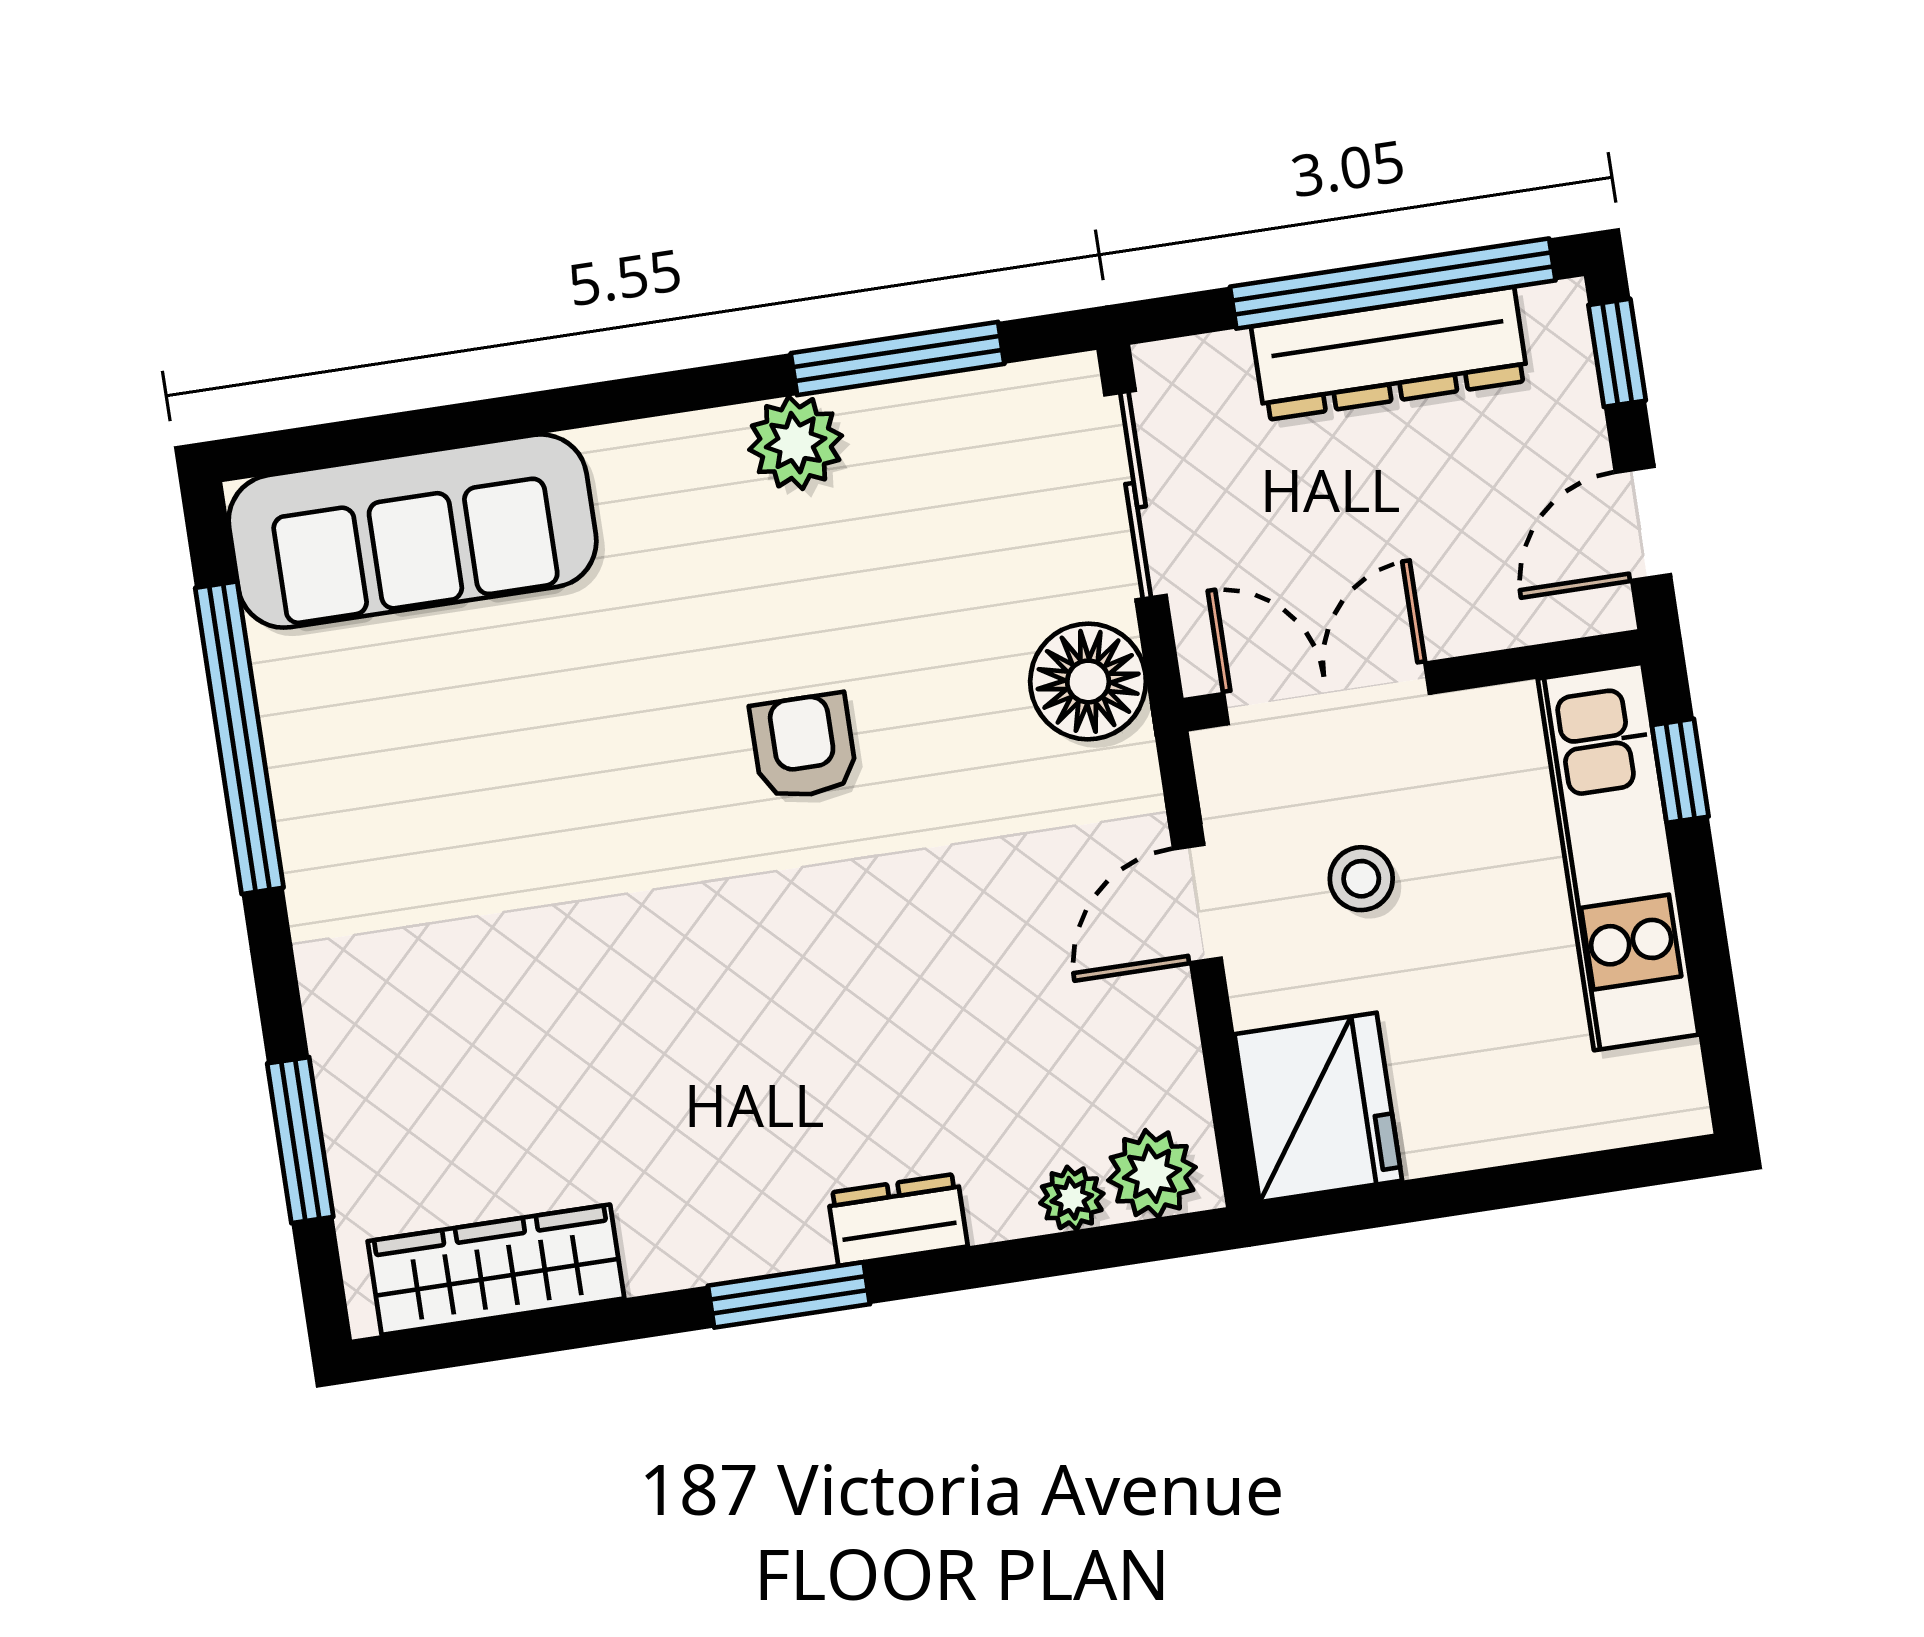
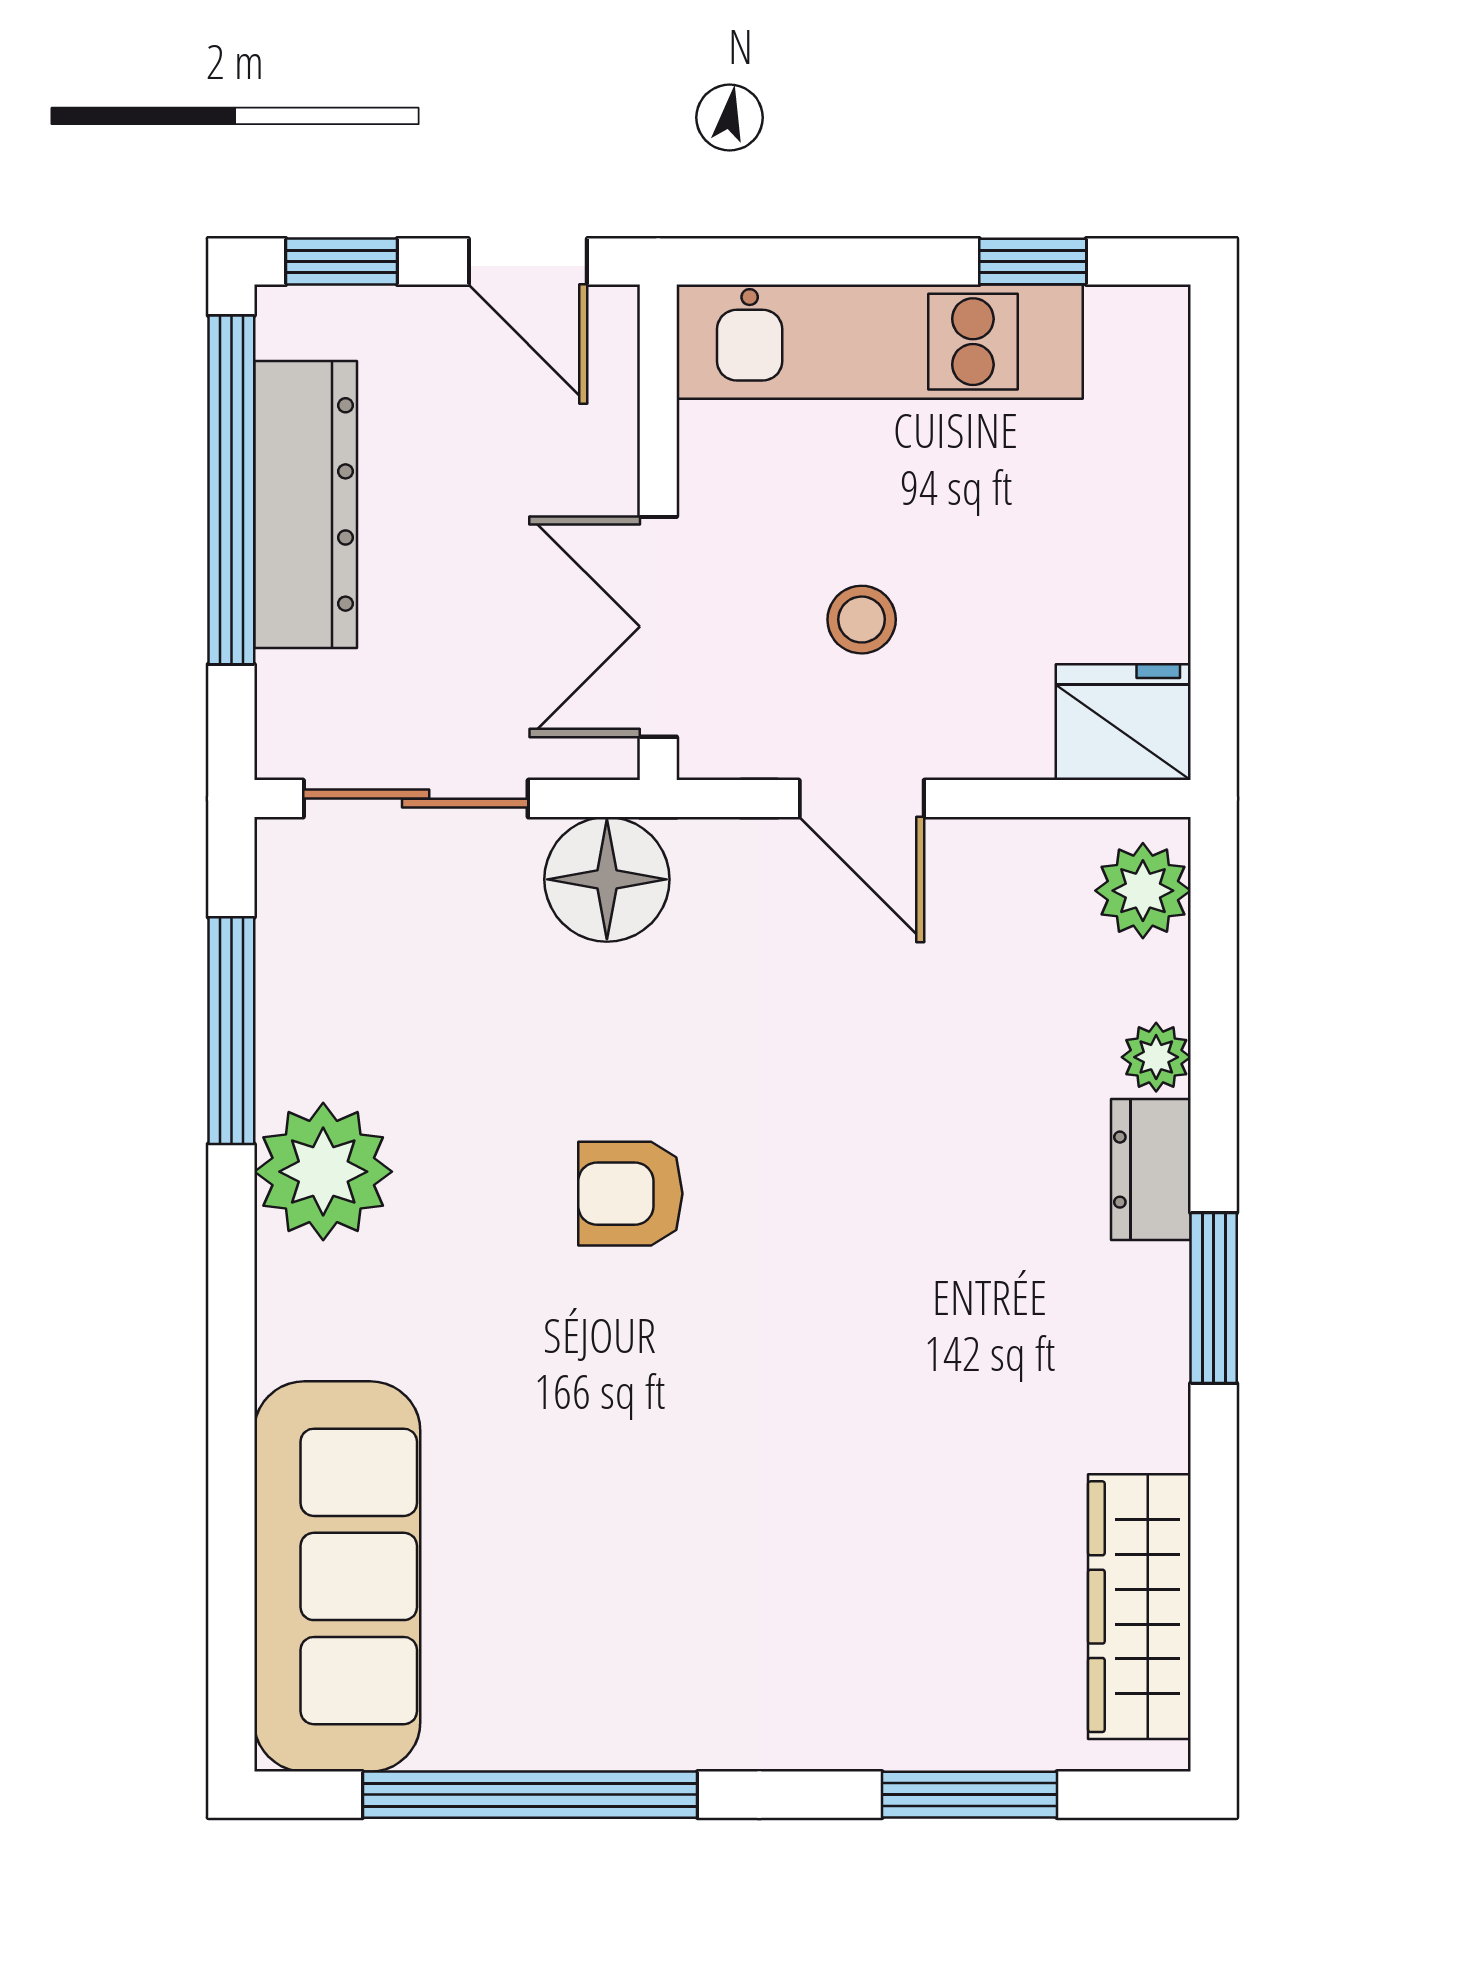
plant: (796, 443) -> (323, 1172), width x1.36, depth x1.36
window: (1680, 771) -> (1033, 262), moved
fridge: (1318, 1107) -> (1123, 722), width x0.73, depth x0.75
plant: (1072, 1198) -> (1156, 1057), moved

